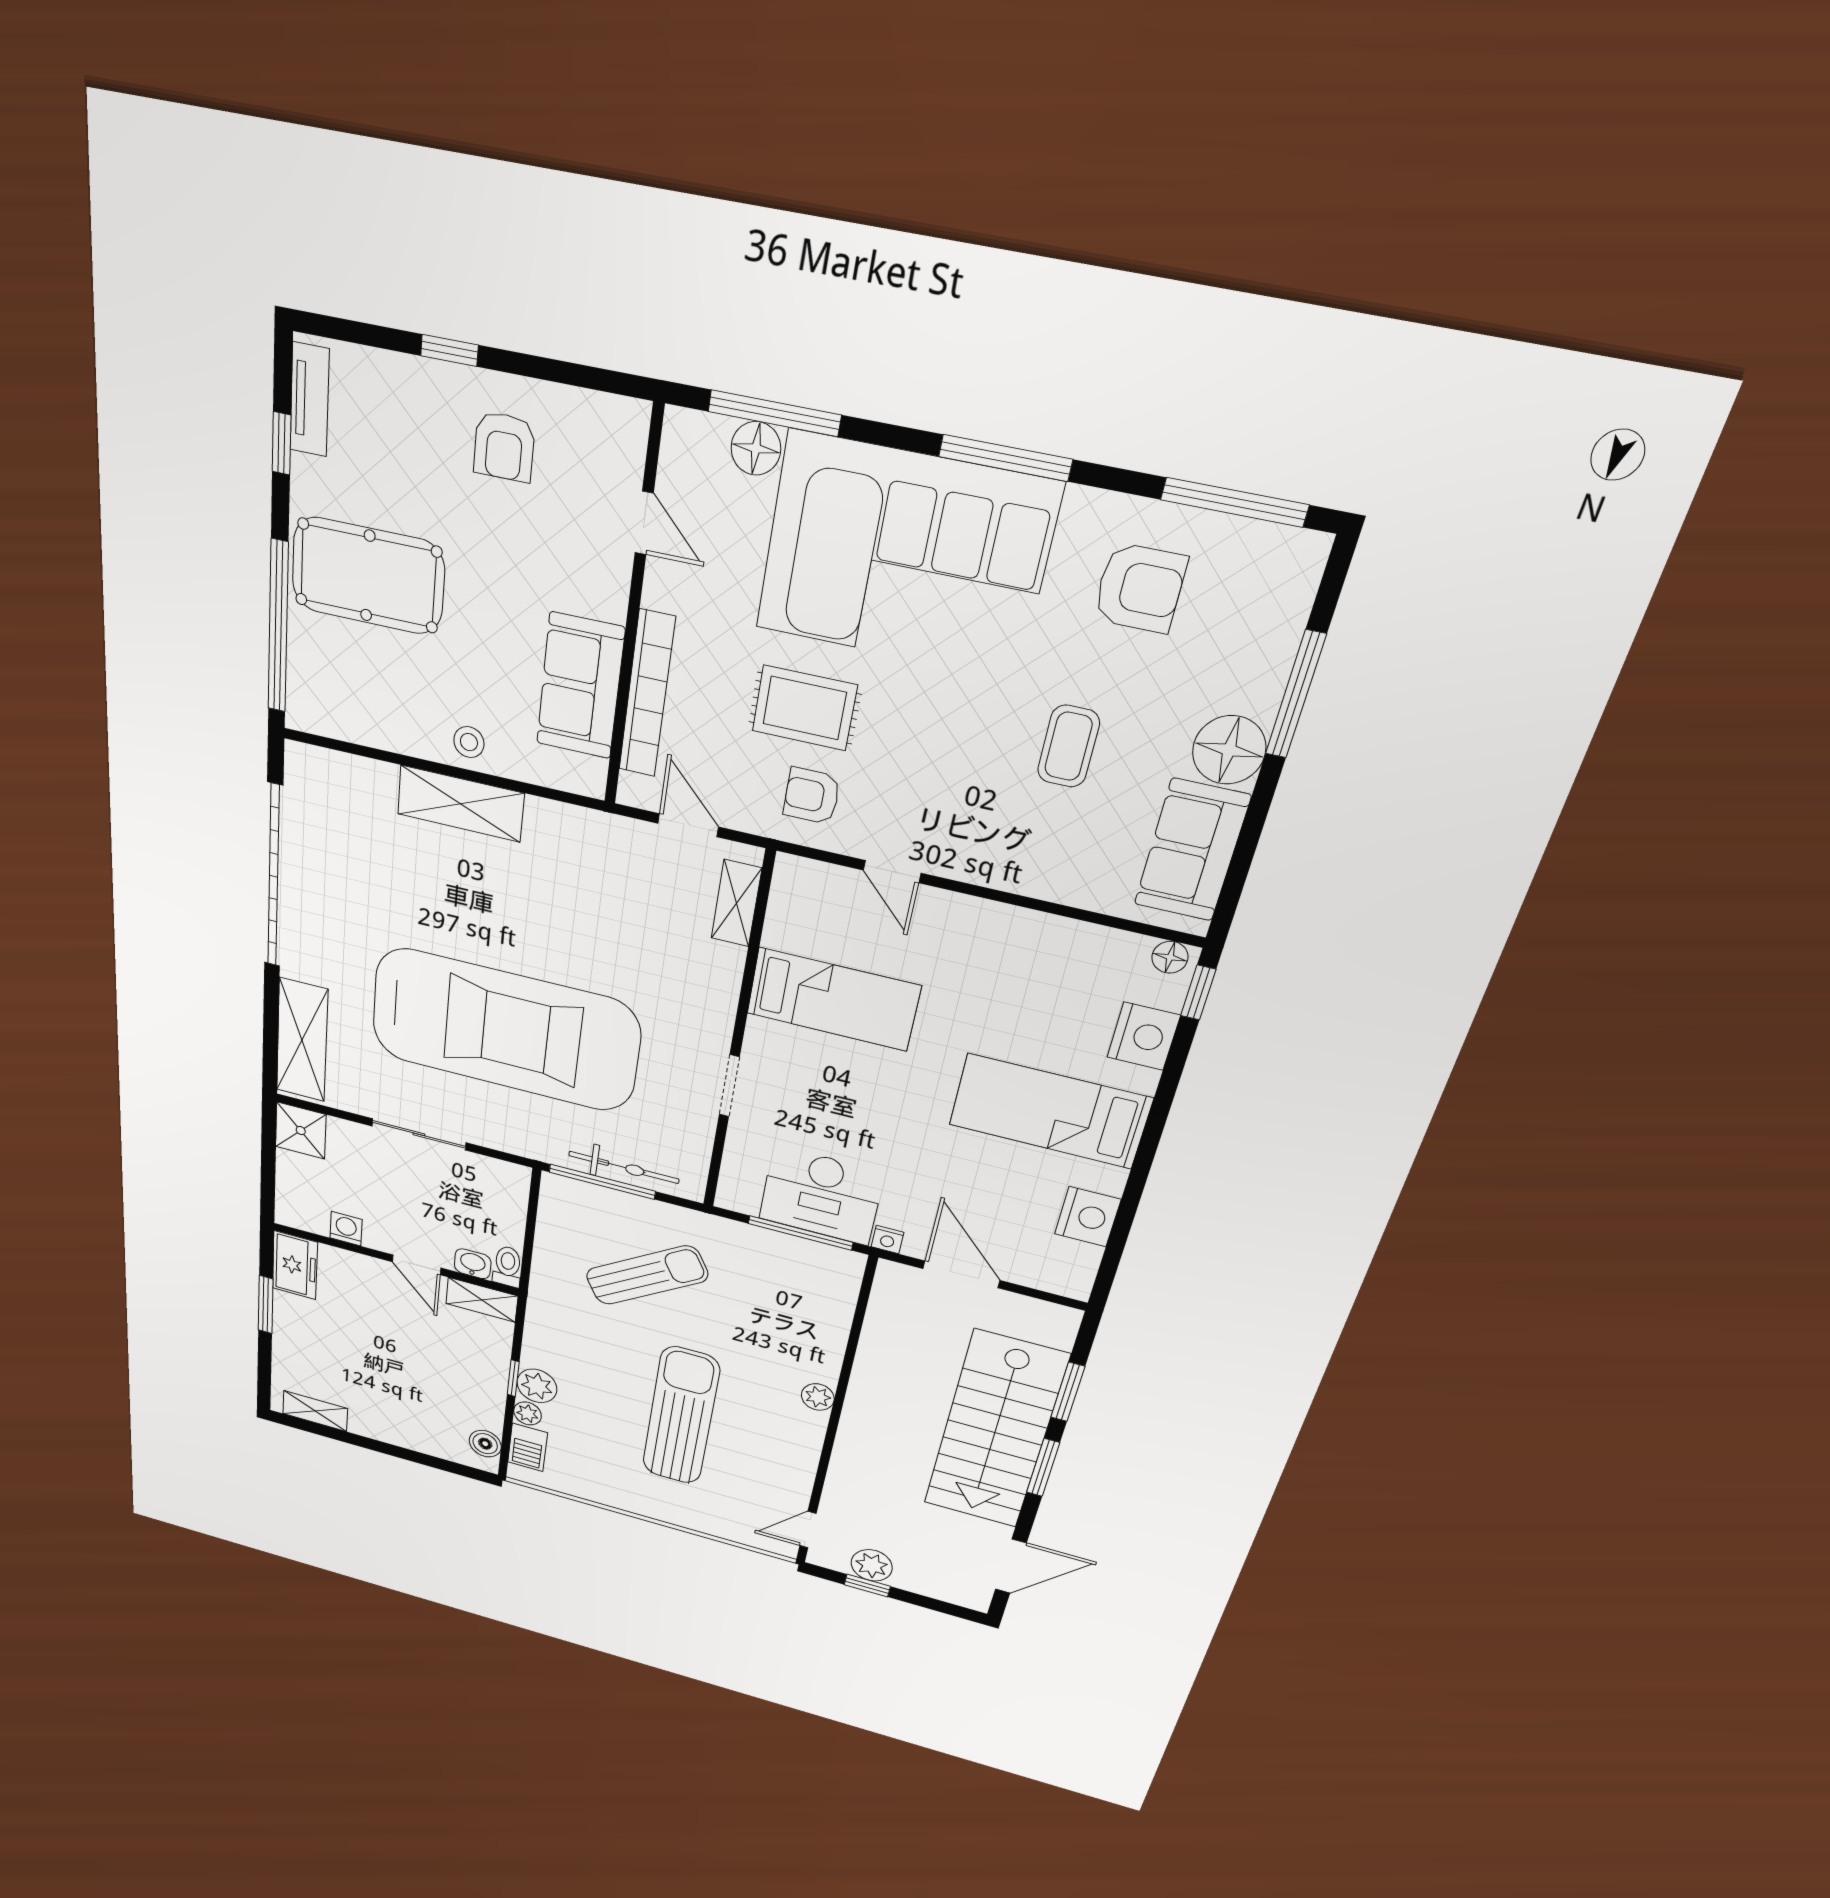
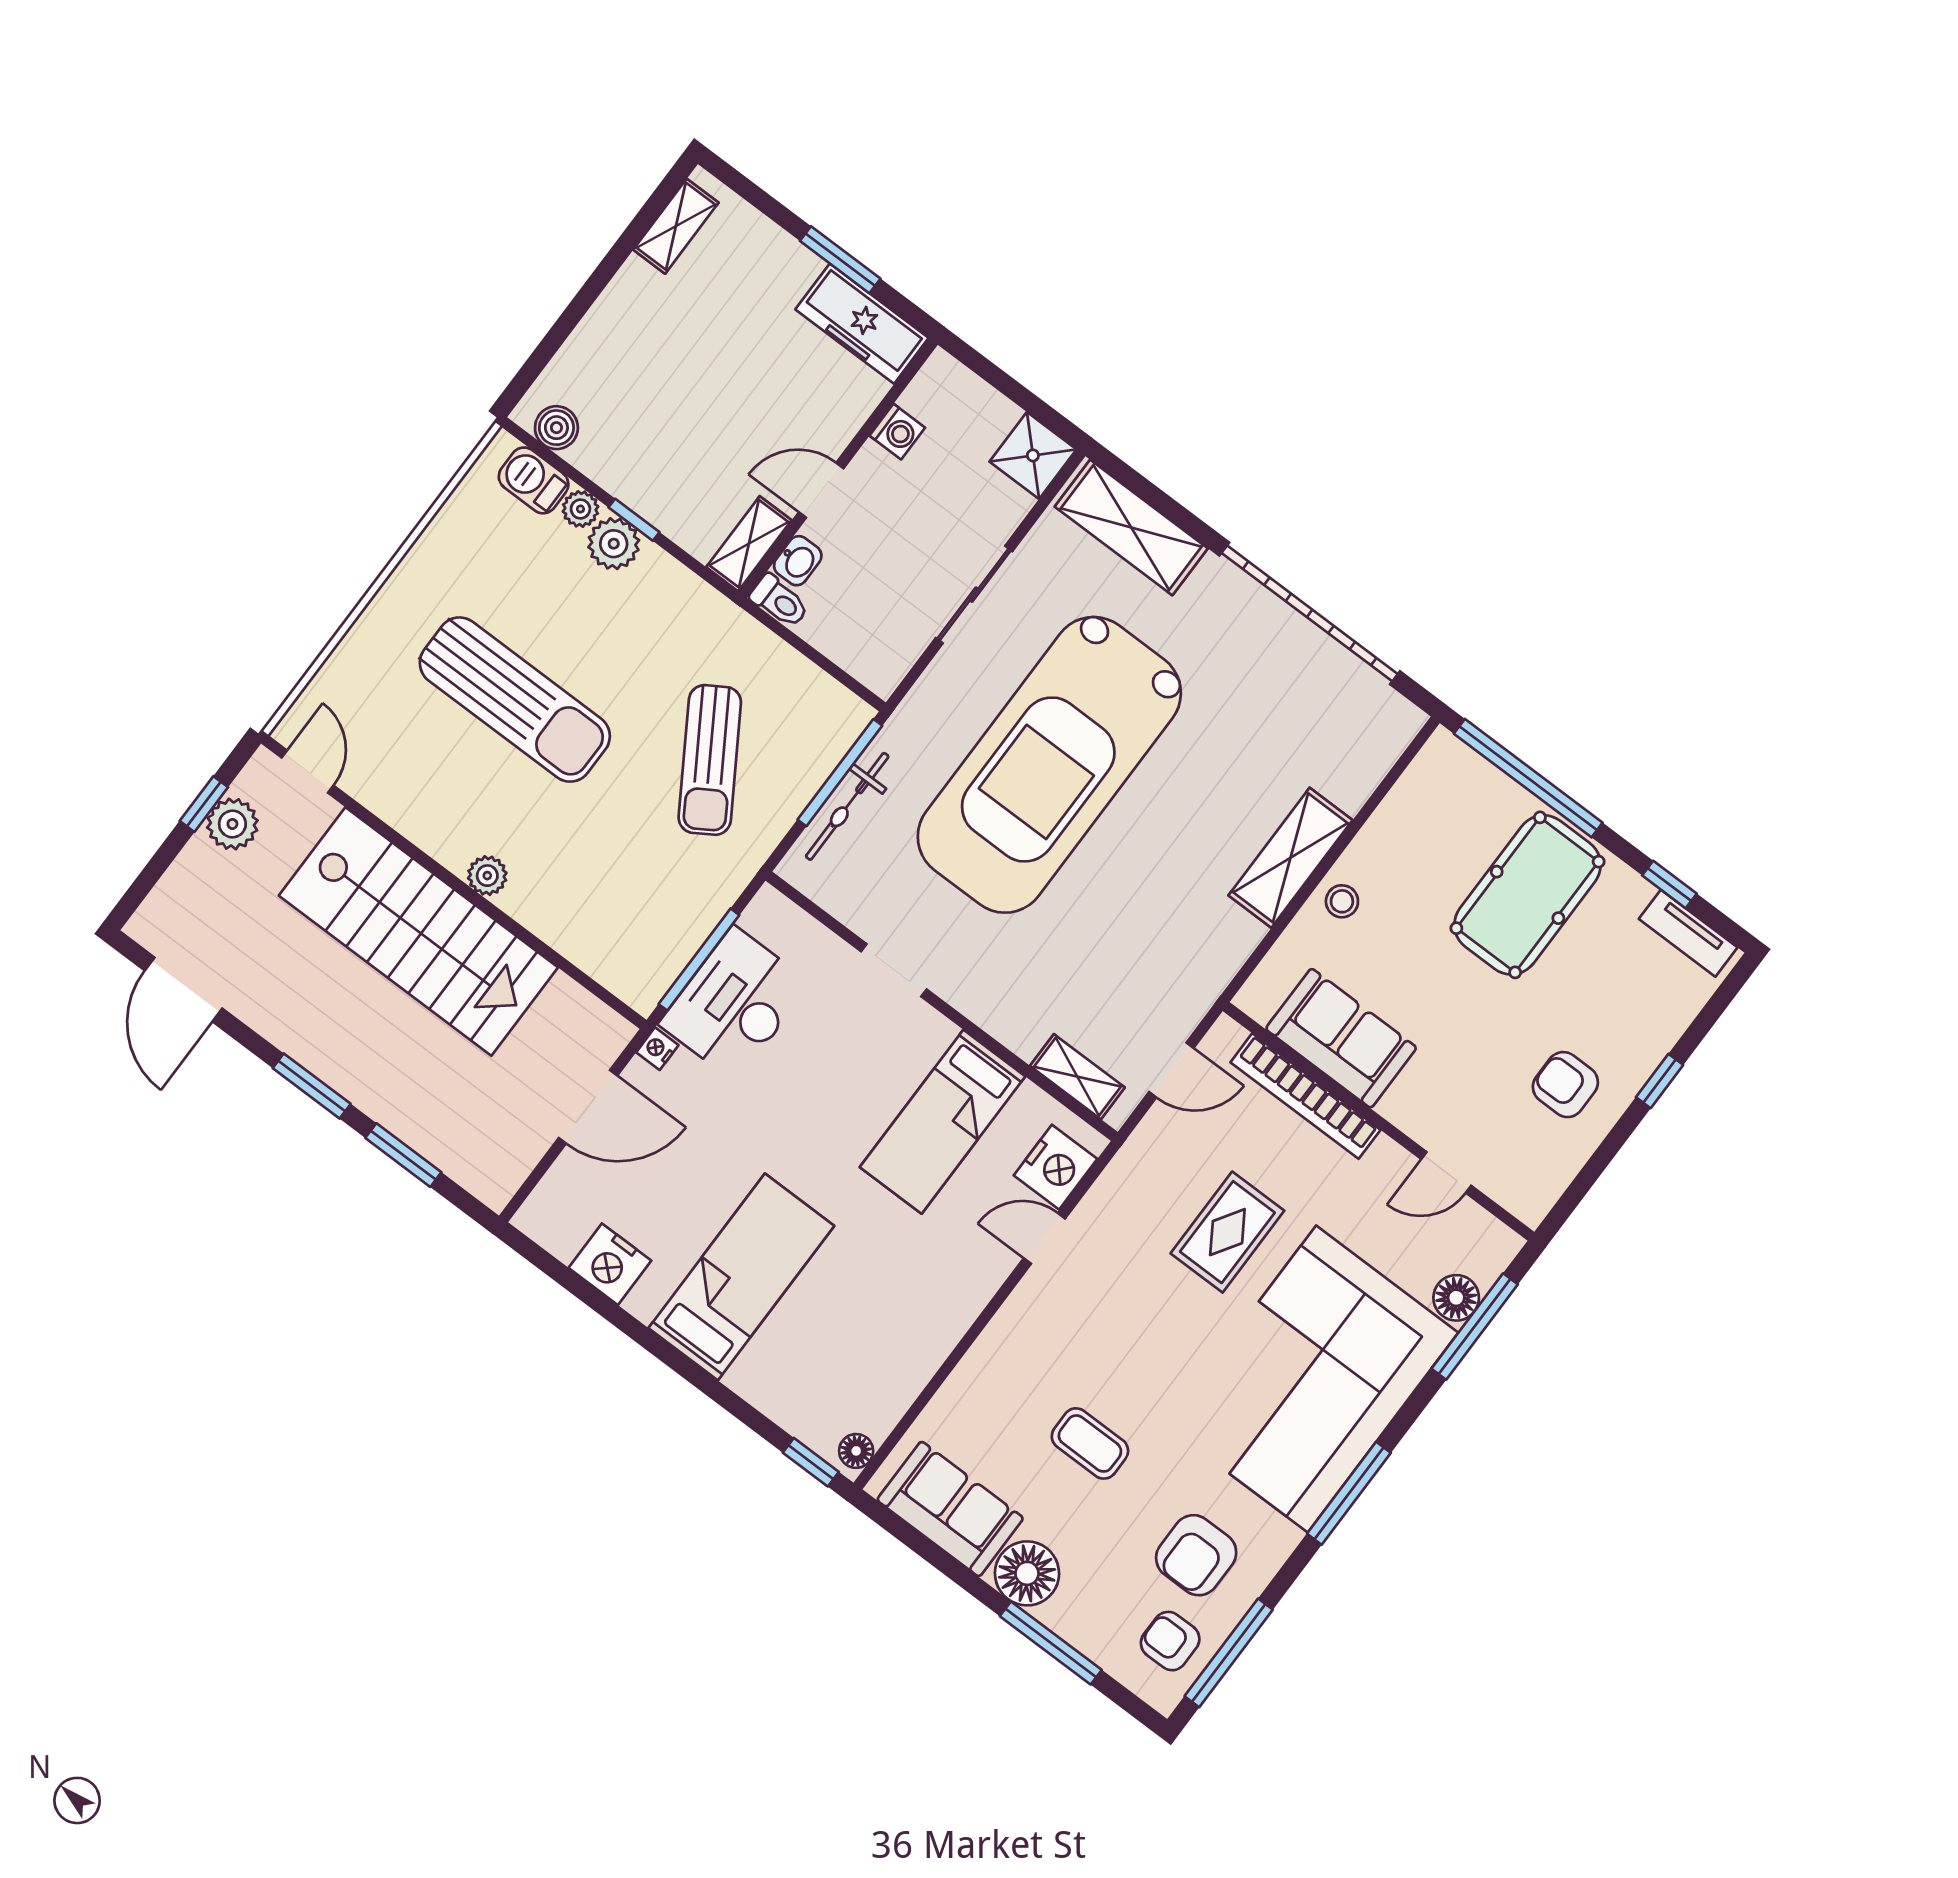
armchair: (812, 796) -> (1170, 1641), moved, turned -90
nightstand: (1144, 1036) -> (1055, 1167), moved, turned -90
freezer: (295, 1265) -> (862, 324), width x1.40
stairs: (995, 1430) -> (418, 931), moved, turned 180

